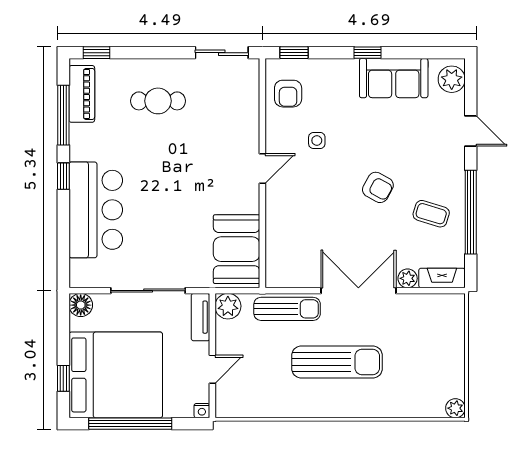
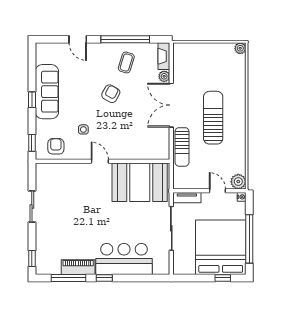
sliding door: (222, 53) -> (32, 206), moved
sofa: (394, 78) -> (47, 92), width x1.36
plant: (452, 79) -> (47, 50), removed
piano: (82, 94) -> (78, 267), moved
armchair: (288, 94) -> (56, 146), turned -90
cafe table: (158, 101) -> (60, 223), removed
door: (471, 131) -> (78, 39), swing flipped
booth: (237, 249) -> (140, 182), width x1.36, depth x1.42
floor lamp: (81, 305) -> (180, 268), removed
plant: (228, 306) -> (238, 182), moved
sun lounger: (287, 309) -> (182, 147), turned 180

